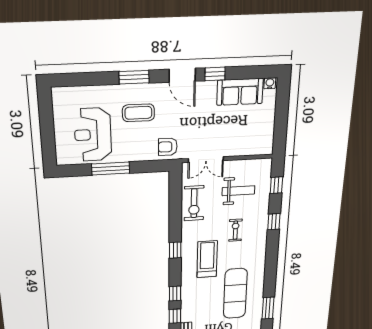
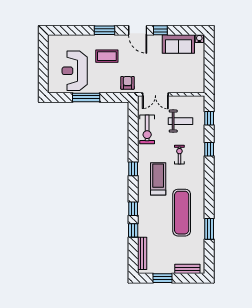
armchair: (168, 147) -> (127, 83), turned 90

